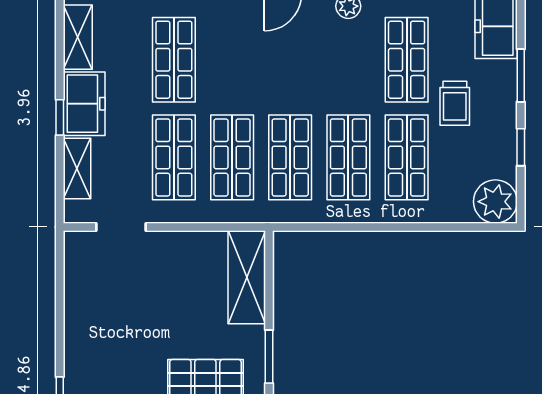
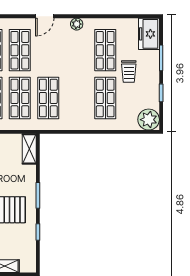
shop shelf: (348, 157) -> (20, 50), moved
shelving: (247, 277) -> (29, 149), width x0.67, depth x0.75

